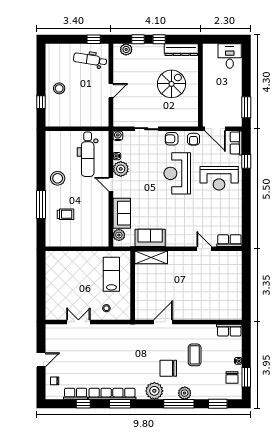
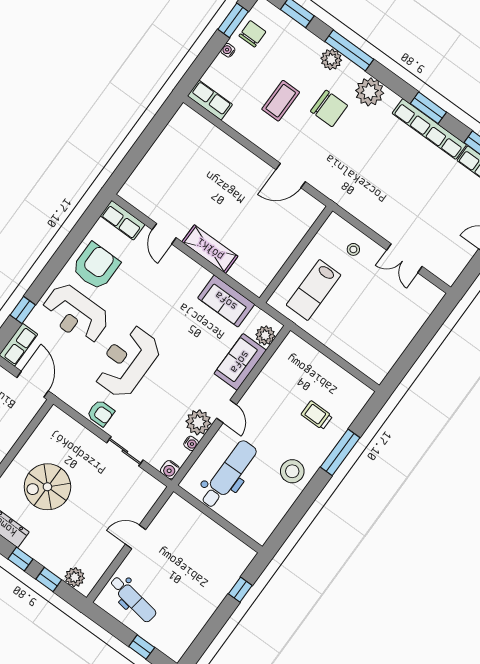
window: (94, 39) -> (142, 647), moved
stool: (59, 88) -> (203, 590), removed
armchair: (194, 139) -> (96, 266), moved, width x1.88, depth x1.88
reception desk: (177, 173) -> (127, 361), turned 180
reception desk: (219, 178) -> (76, 314), turned 180
shelving: (151, 257) -> (210, 249), moved

